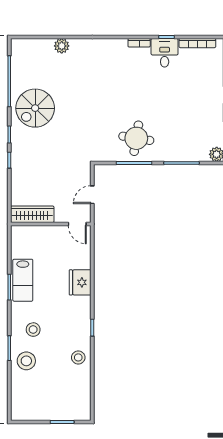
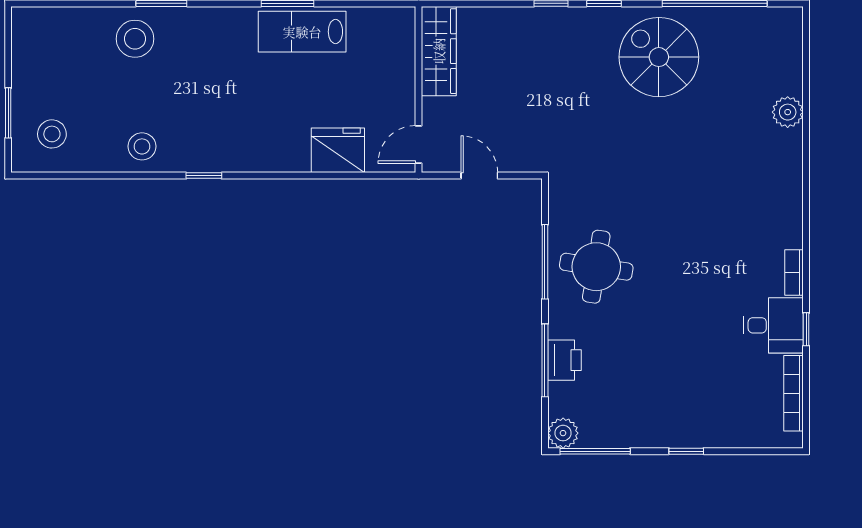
printer: (181, 154) -> (564, 360), added
fridge: (80, 282) -> (338, 150), moved
stool: (33, 330) -> (52, 134), moved

